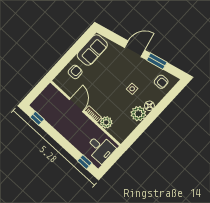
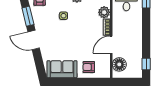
floor lamp: (56, 97) -> (119, 64), added

